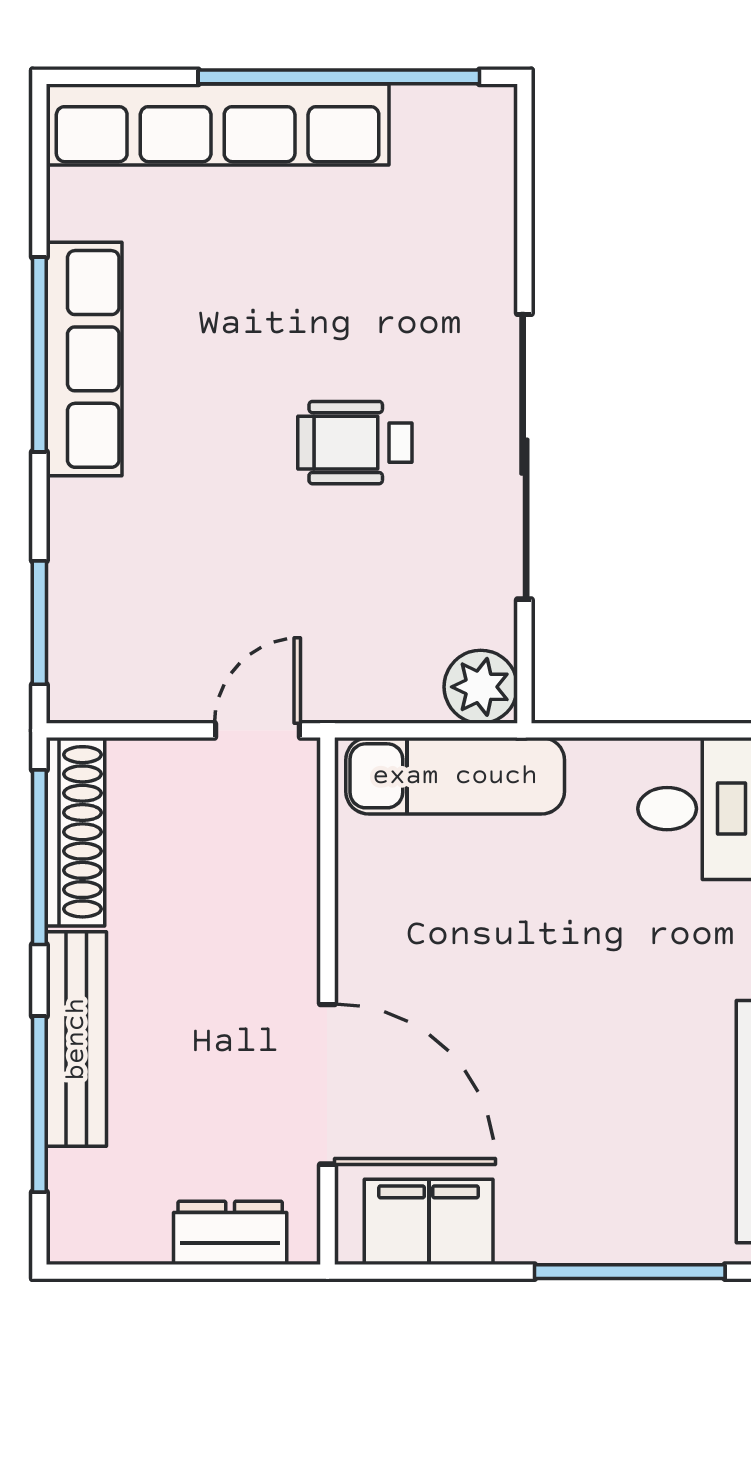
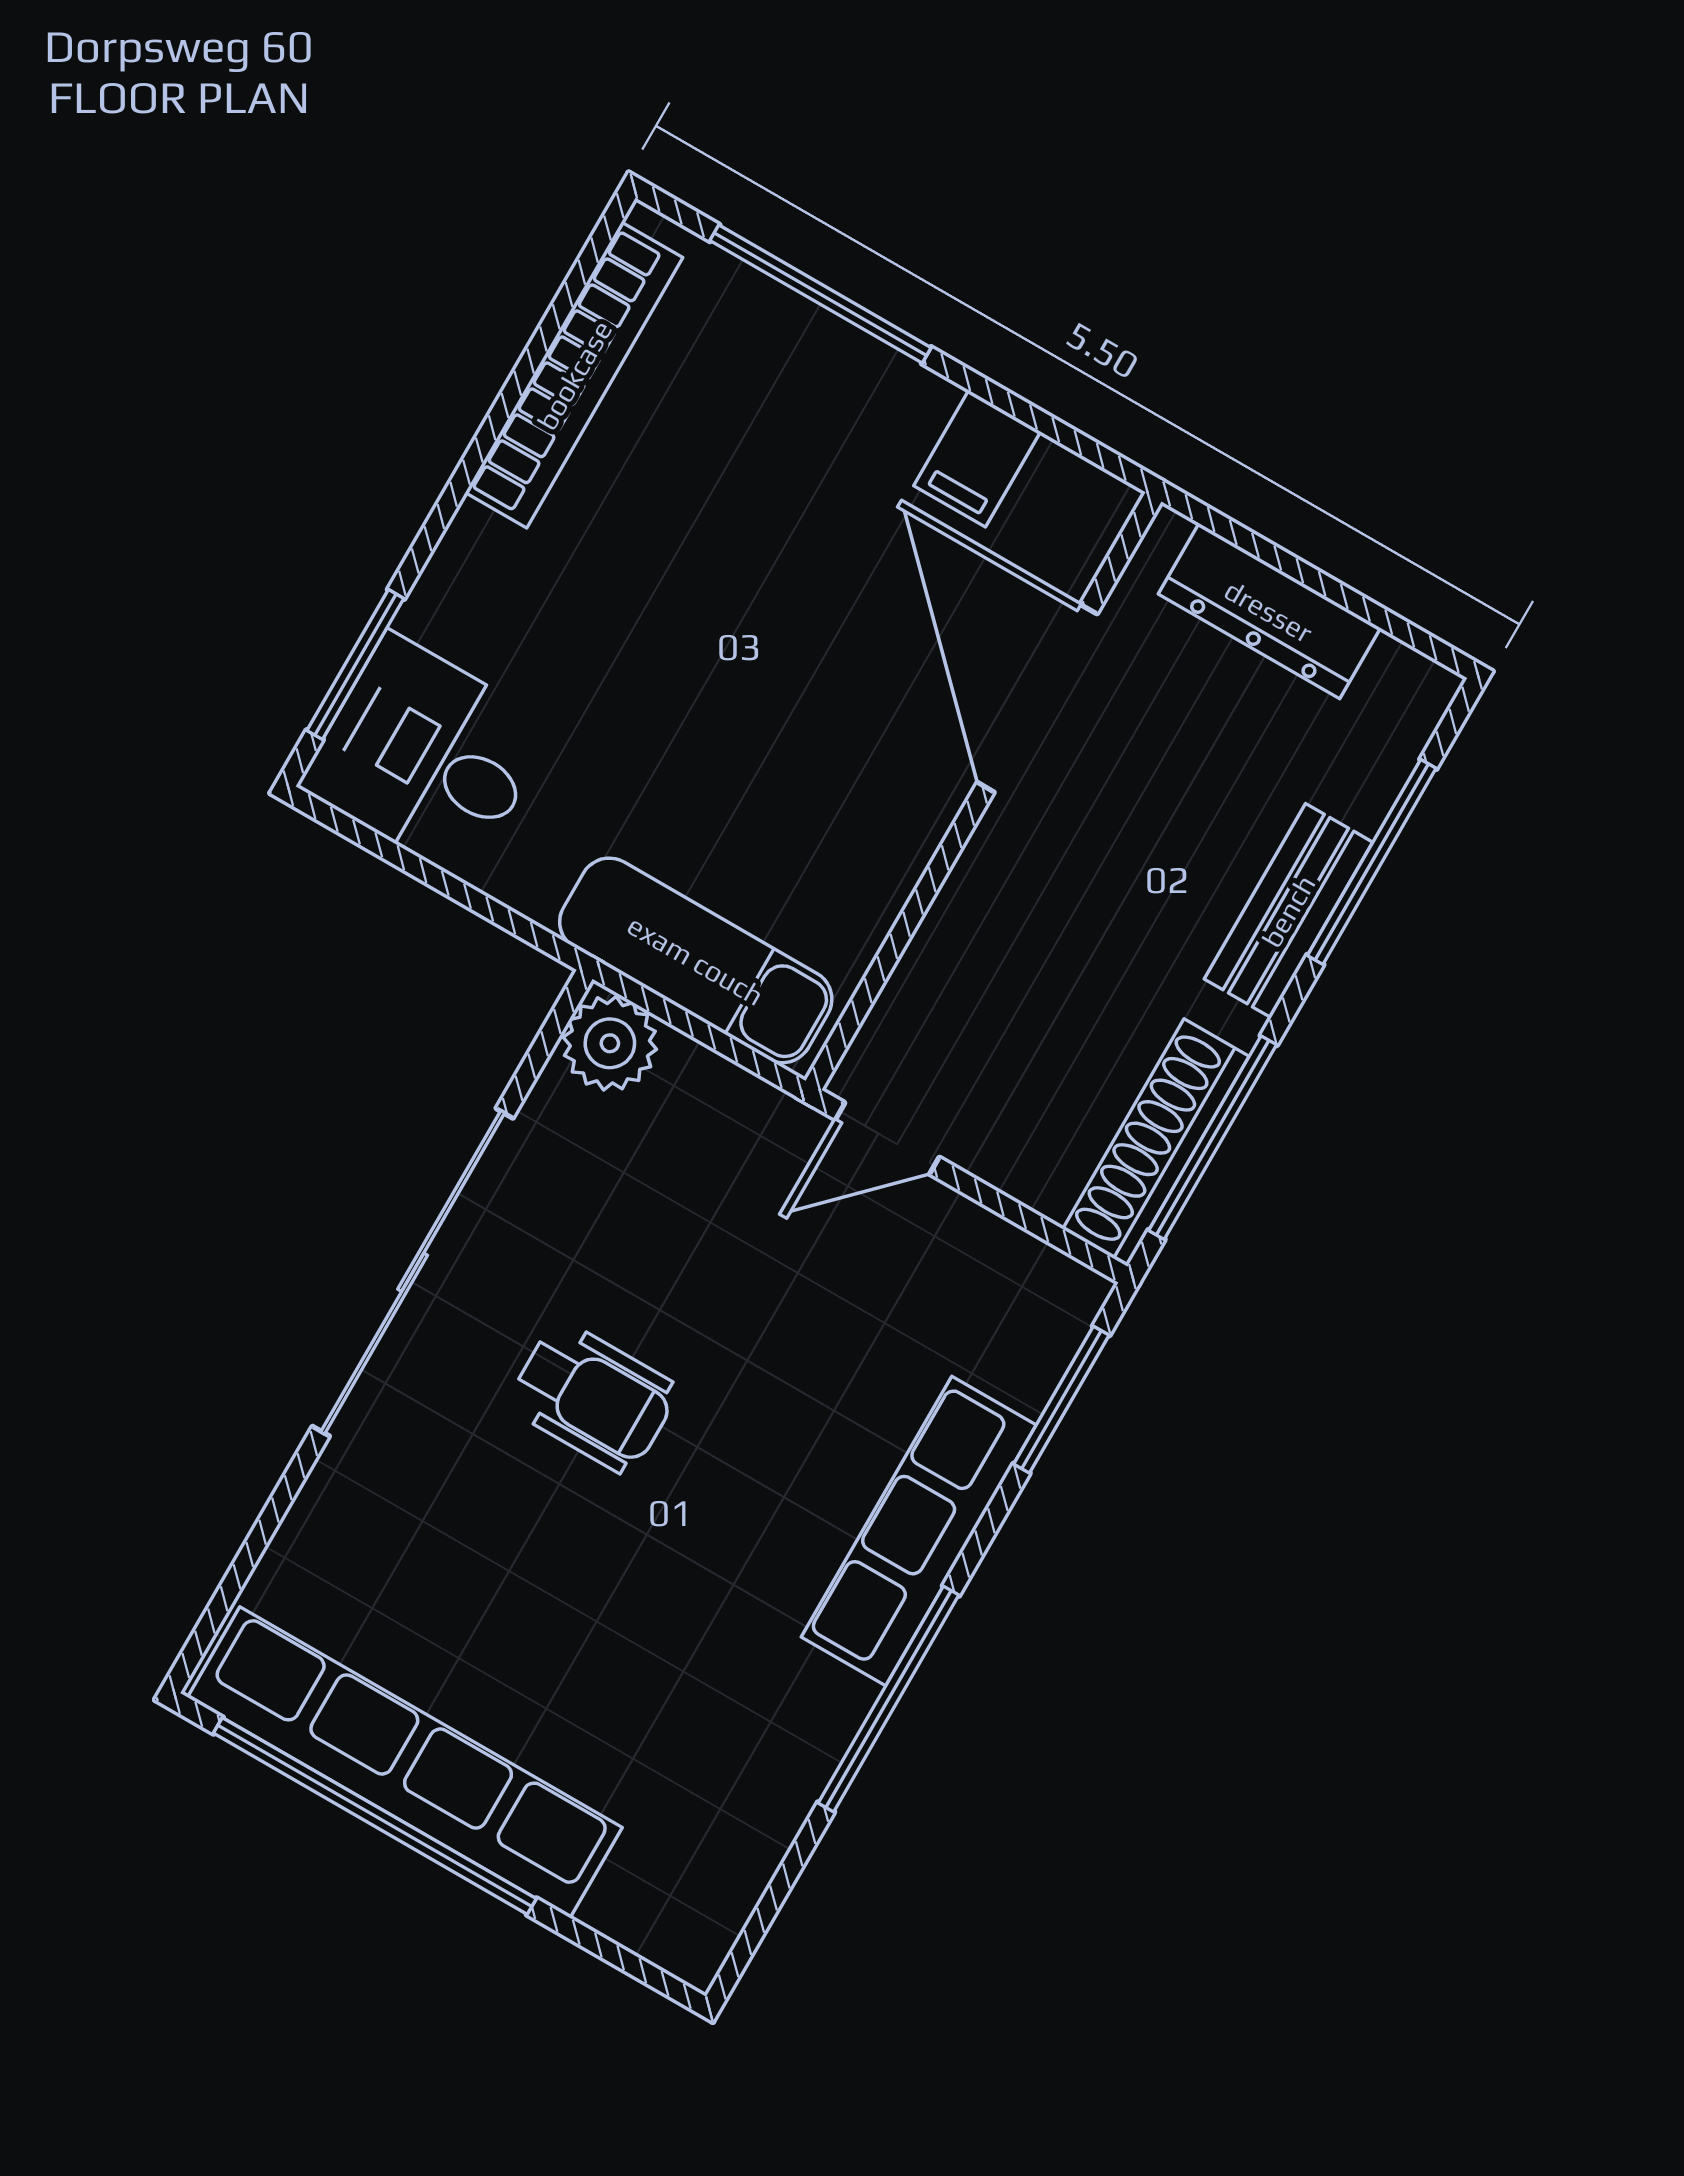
row of seats: (218, 124) -> (405, 1762), moved
row of seats: (84, 359) -> (919, 1531), moved
bench: (76, 1039) -> (1288, 911), width x0.73
filing cabinet: (429, 1222) -> (977, 459), width x0.50
dresser: (230, 1233) -> (1269, 611), width x1.44

